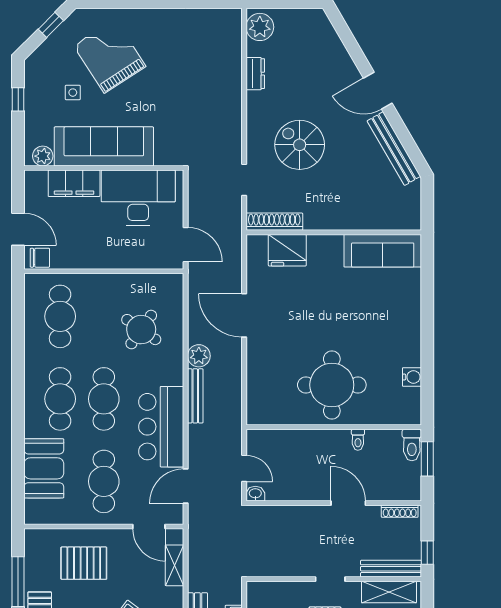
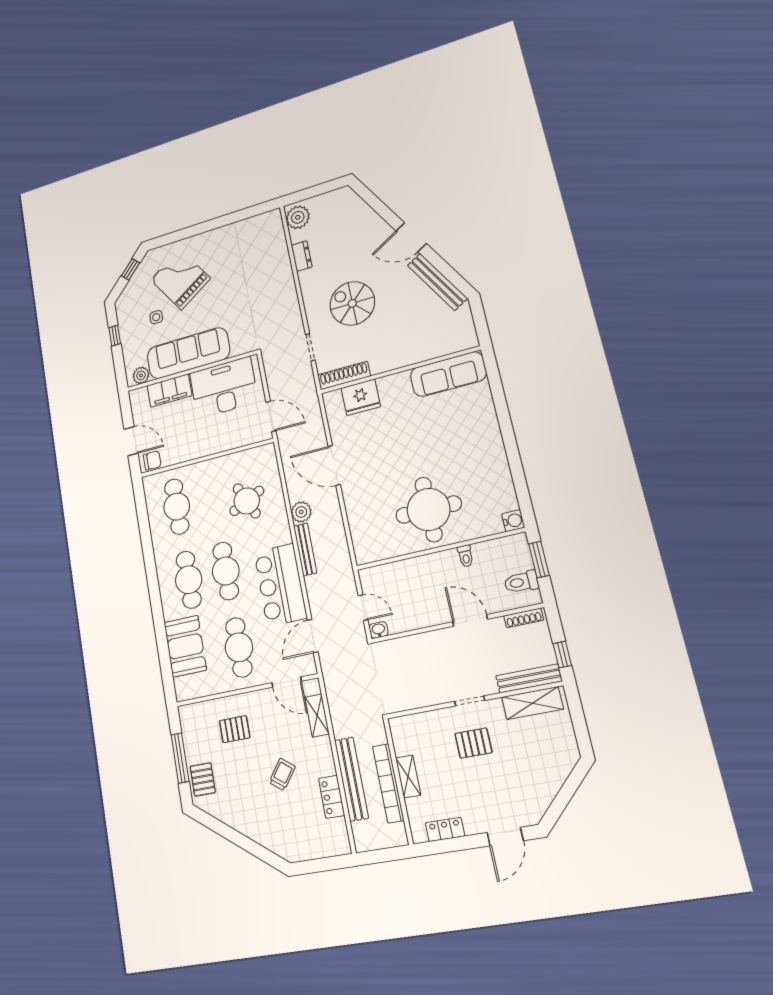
round table: (141, 330) -> (247, 501), turned 30
water cooler: (412, 377) -> (513, 521), moved
toilet: (412, 445) -> (521, 582), moved, turned 90
pallet: (84, 563) -> (235, 729), width x0.67, depth x0.71

